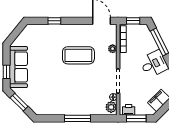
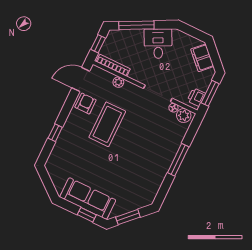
armchair: (86, 33) -> (86, 104), added

